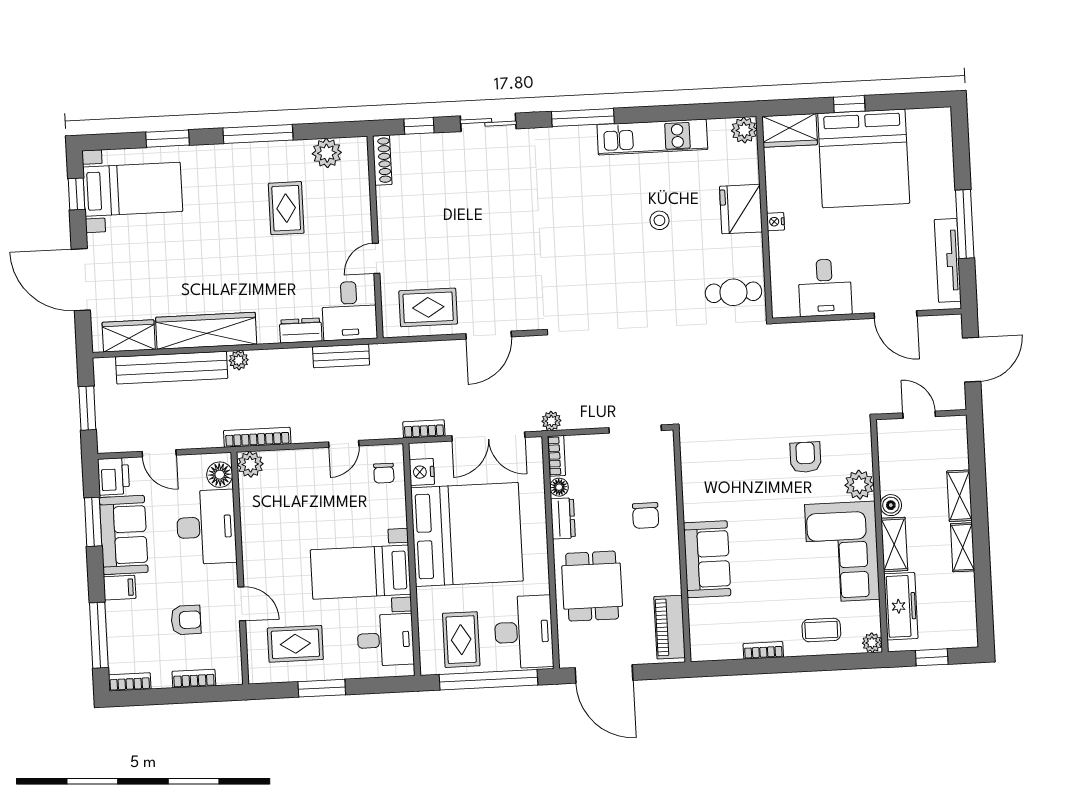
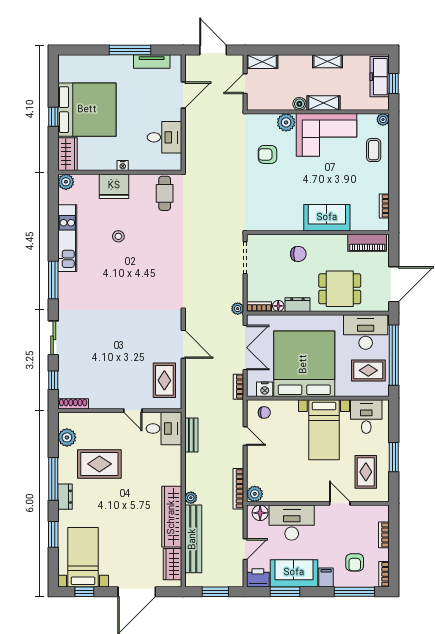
rug: (286, 208) -> (99, 464), width x1.36, depth x1.43
tv unit: (948, 260) -> (152, 61), width x0.71
dresser: (301, 330) -> (65, 497), moved, turned 180
shelving: (959, 496) -> (262, 62), moved
door: (242, 604) -> (340, 503), hinge flipped
freezer: (901, 606) -> (380, 77), moved, turned -90
armchair: (186, 620) -> (355, 562), moved, turned 180
bookcase: (763, 650) -> (384, 206), moved

